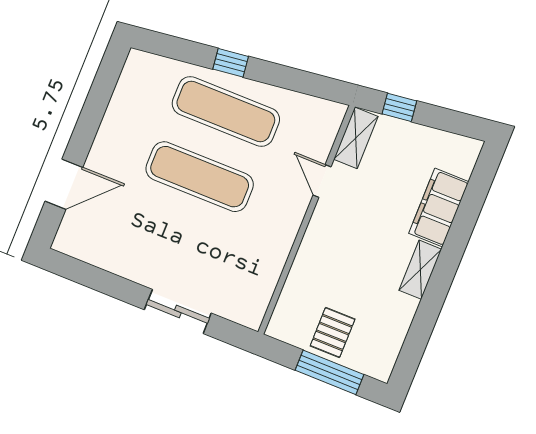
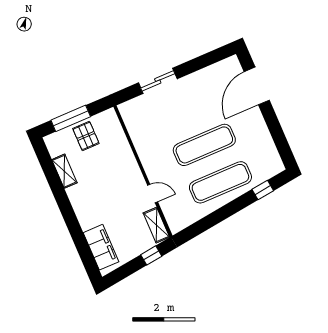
window: (231, 63) -> (263, 190), moved
door: (64, 184) -> (257, 86), width x1.36
filing cabinet: (439, 207) -> (101, 247), moved
shelving: (420, 270) -> (64, 171), moved

